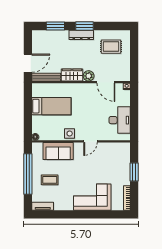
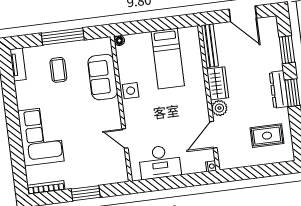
rug: (111, 47) -> (267, 136), turned 90
door: (28, 63) -> (243, 14), moved
door: (90, 141) -> (125, 138), moved
window: (28, 174) -> (63, 36), width x0.68

